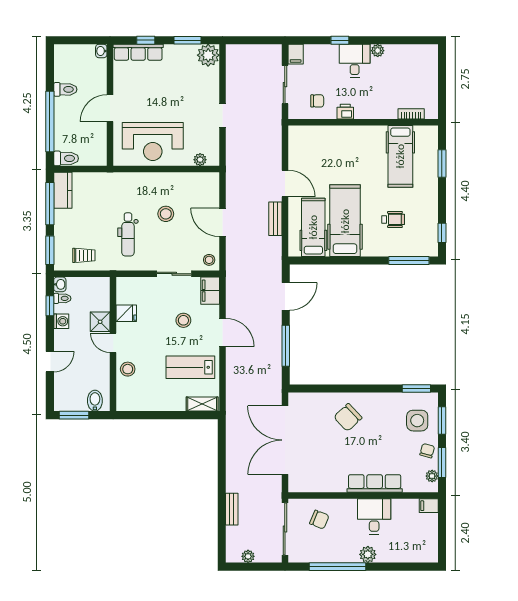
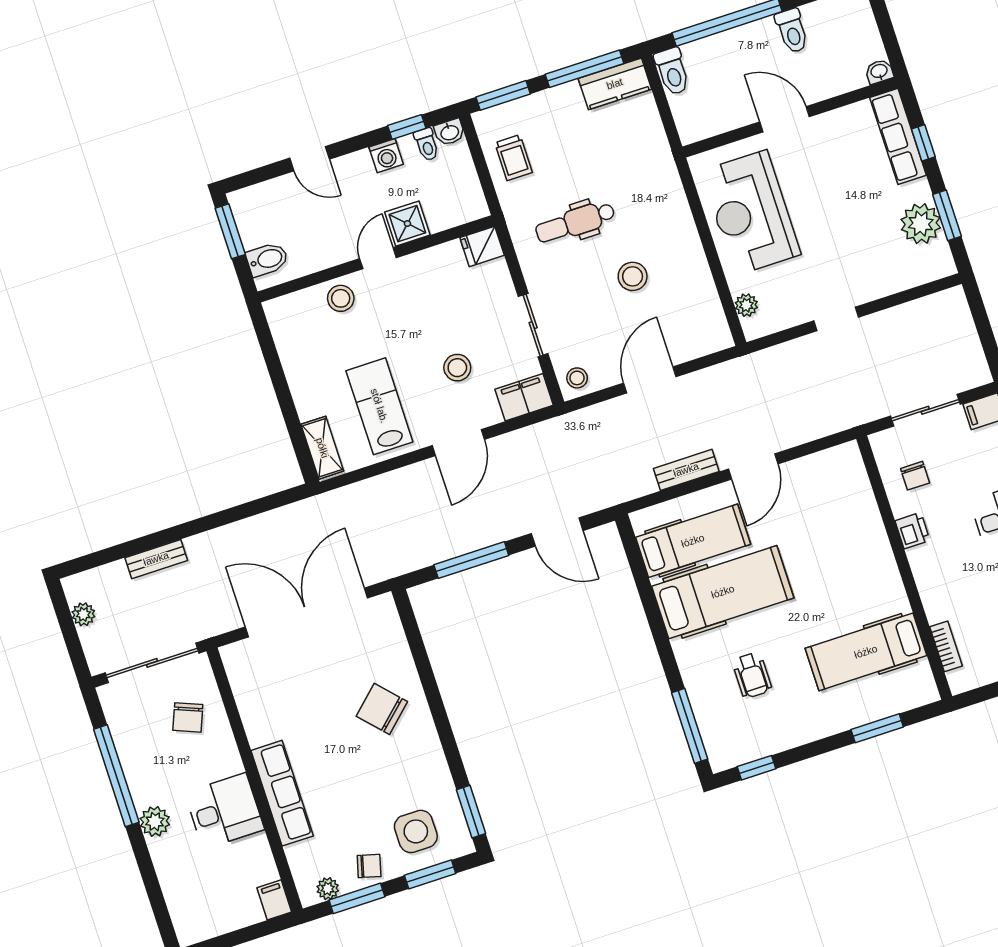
plant: (208, 55) -> (921, 224), moved
fridge: (126, 313) -> (482, 246), moved, turned 90

